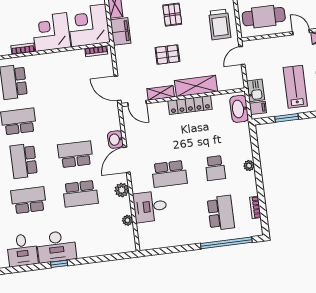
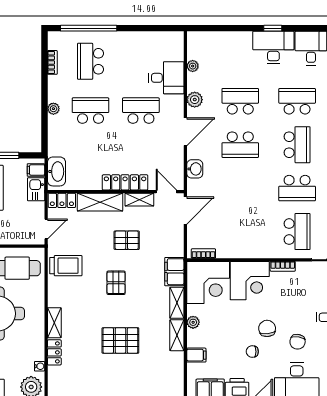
trolley: (220, 24) -> (66, 266), turned 90
locker: (231, 83) -> (62, 200), added
door: (118, 88) -> (185, 211), hinge flipped
locker: (190, 105) -> (125, 182), moved
washbasin: (115, 140) -> (195, 169), moved
school desk: (215, 168) -> (90, 111), width x1.85
school desk: (29, 200) -> (297, 101), turned 180

